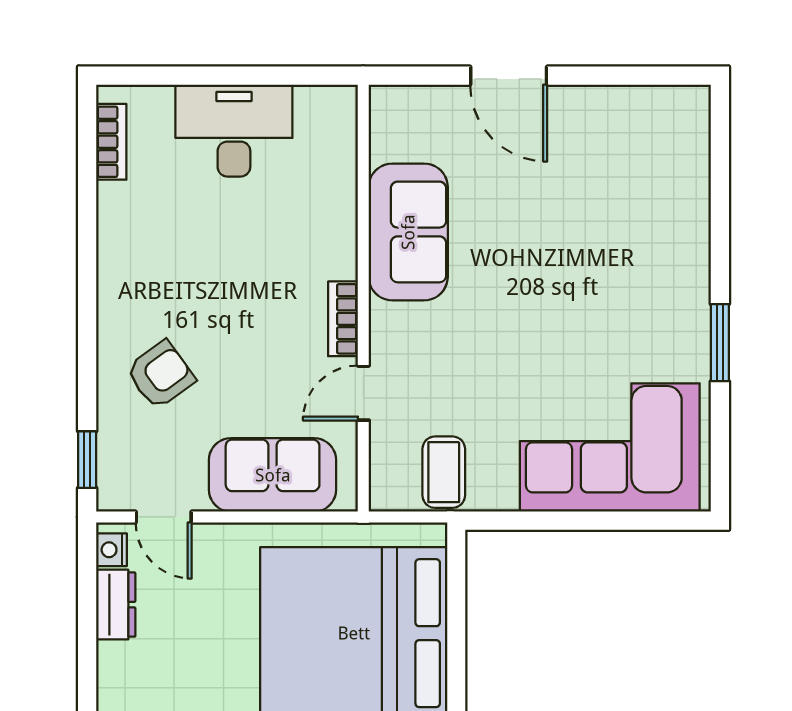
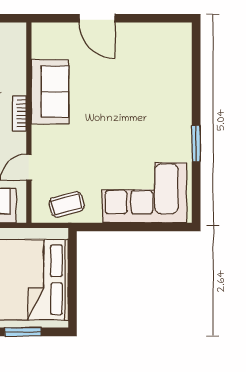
bookcase: (343, 319) -> (19, 113), moved
coffee table: (444, 472) -> (67, 204), turned 75

